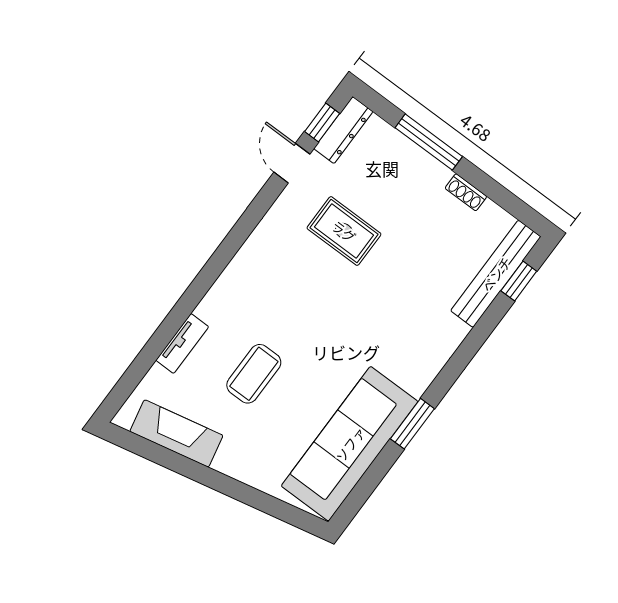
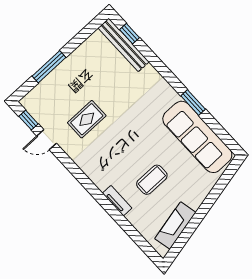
dresser: (343, 130) -> (34, 110), removed
shoe rack: (466, 192) -> (79, 52), removed
tv unit: (182, 343) -> (117, 201), moved
coffee table: (254, 374) -> (152, 180), turned 90

